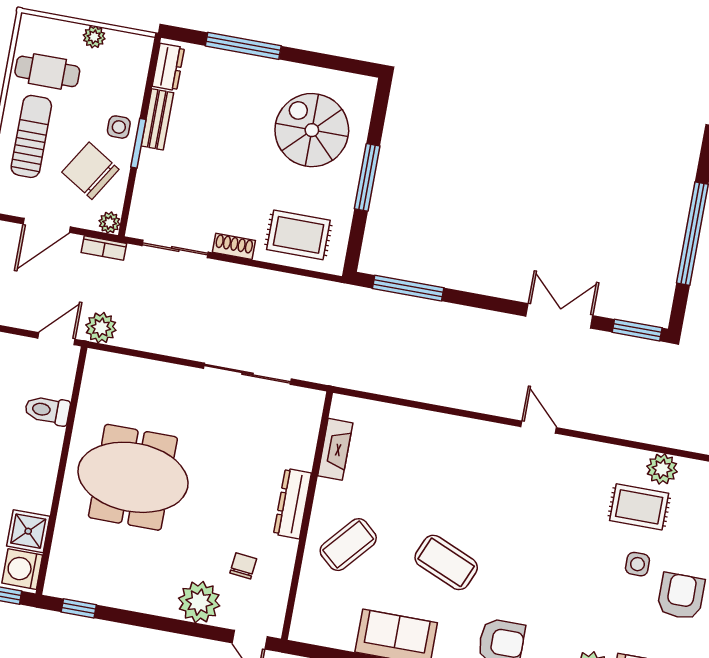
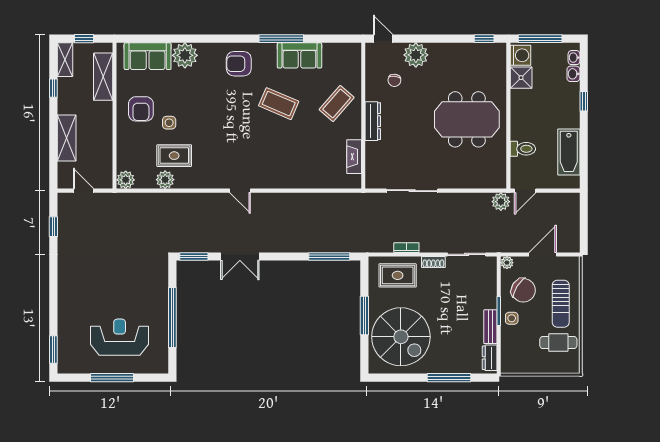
plant: (94, 37) -> (535, 367), removed
spiral stairs: (312, 130) -> (401, 337), width x1.37, depth x1.37
bookcase: (104, 248) -> (406, 248), moved

